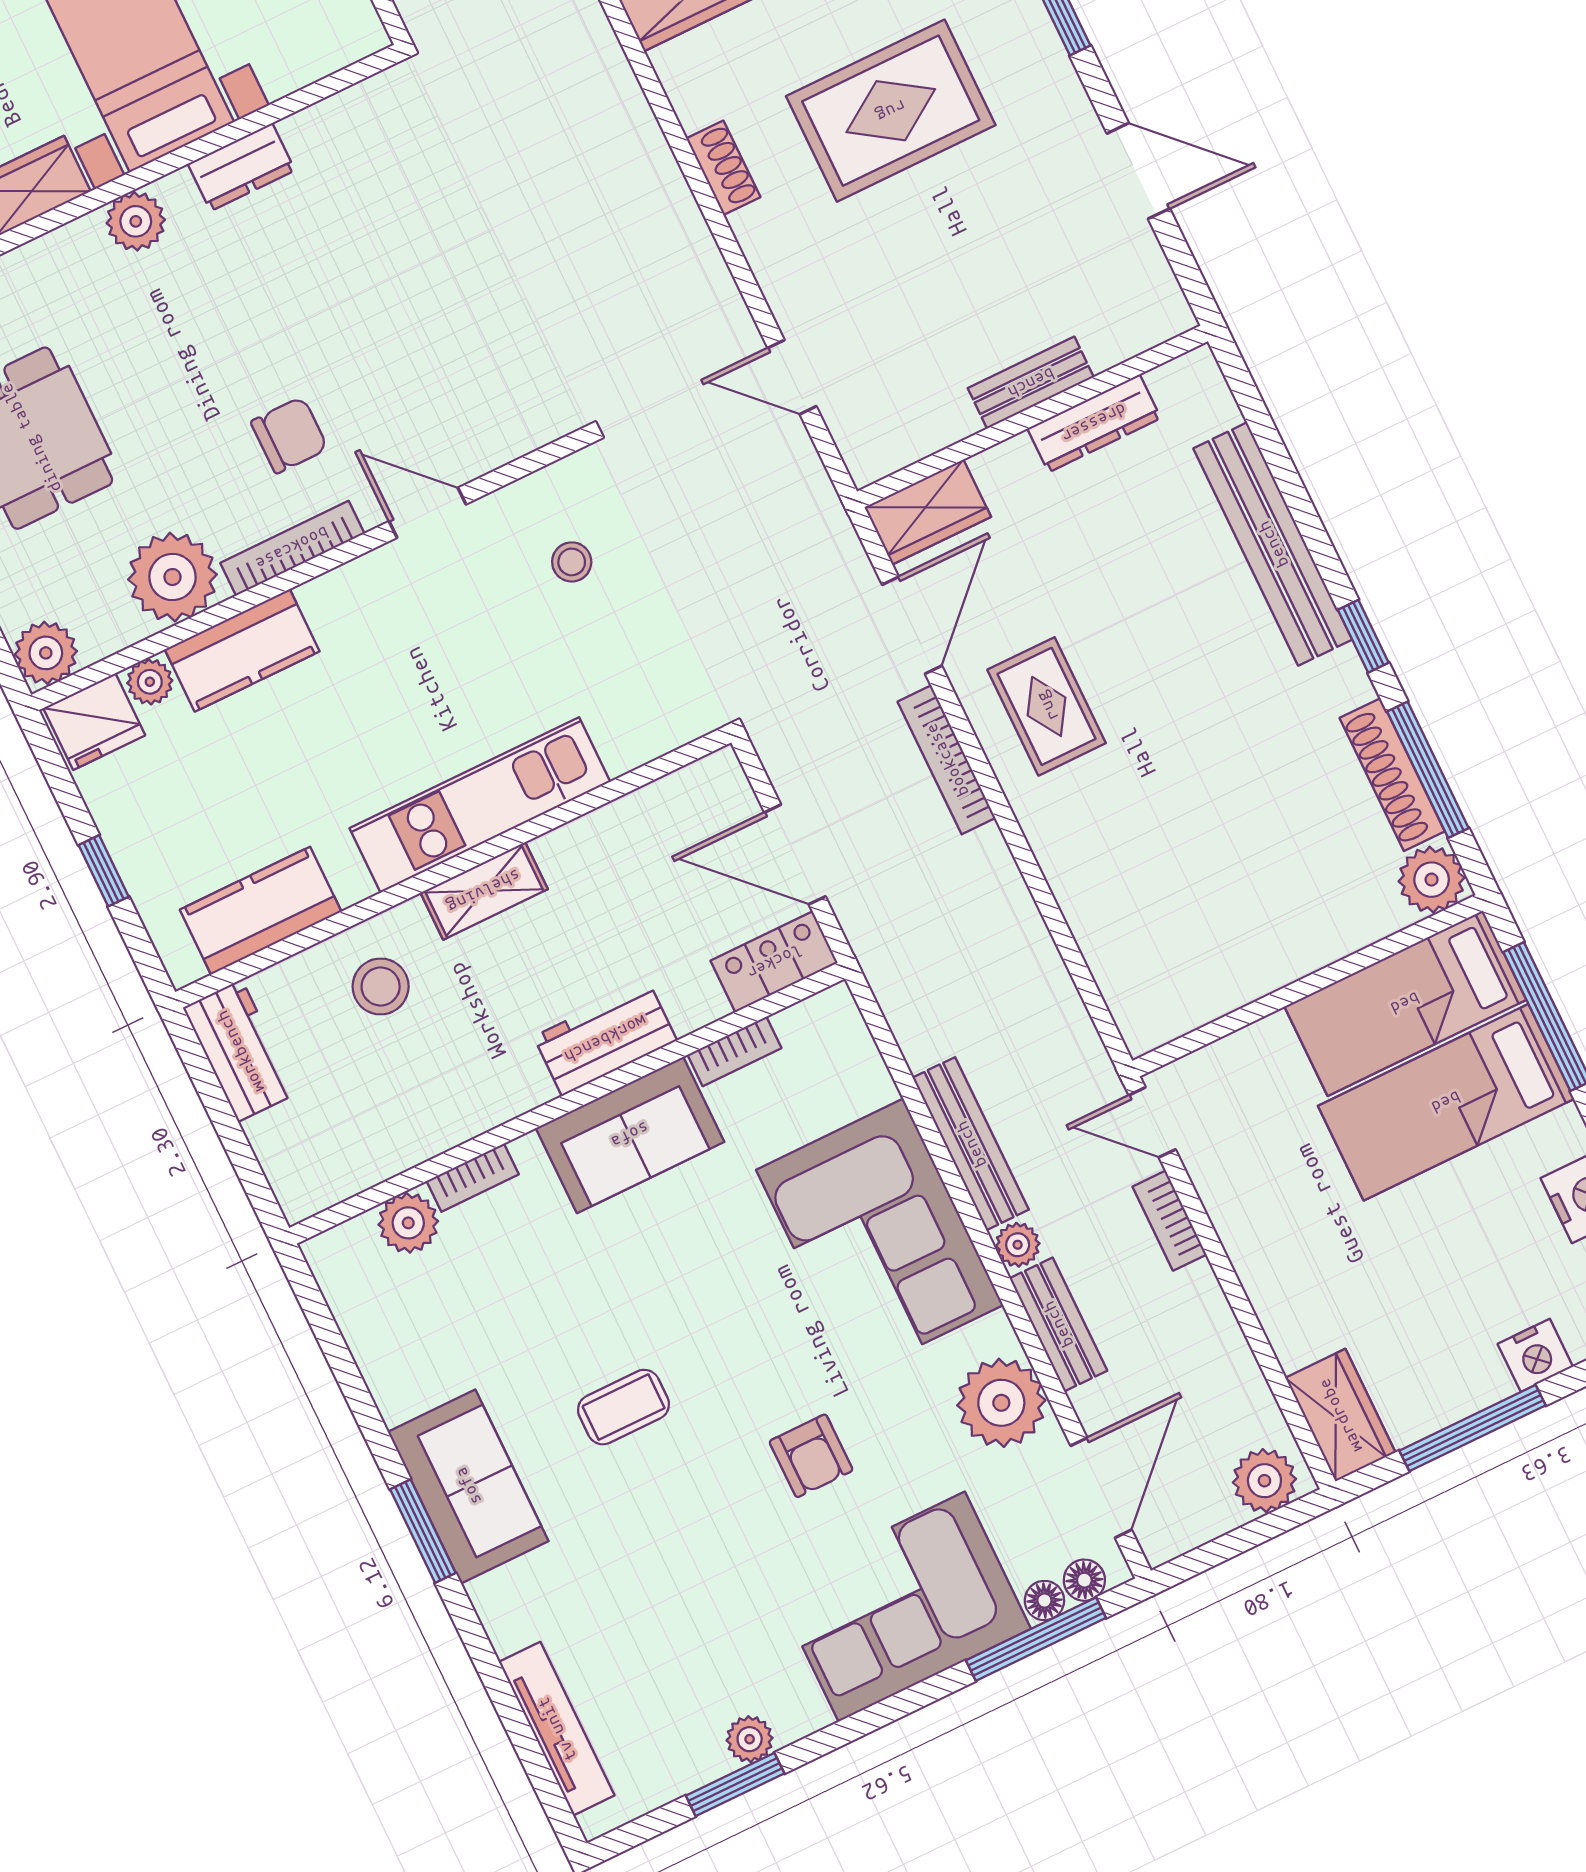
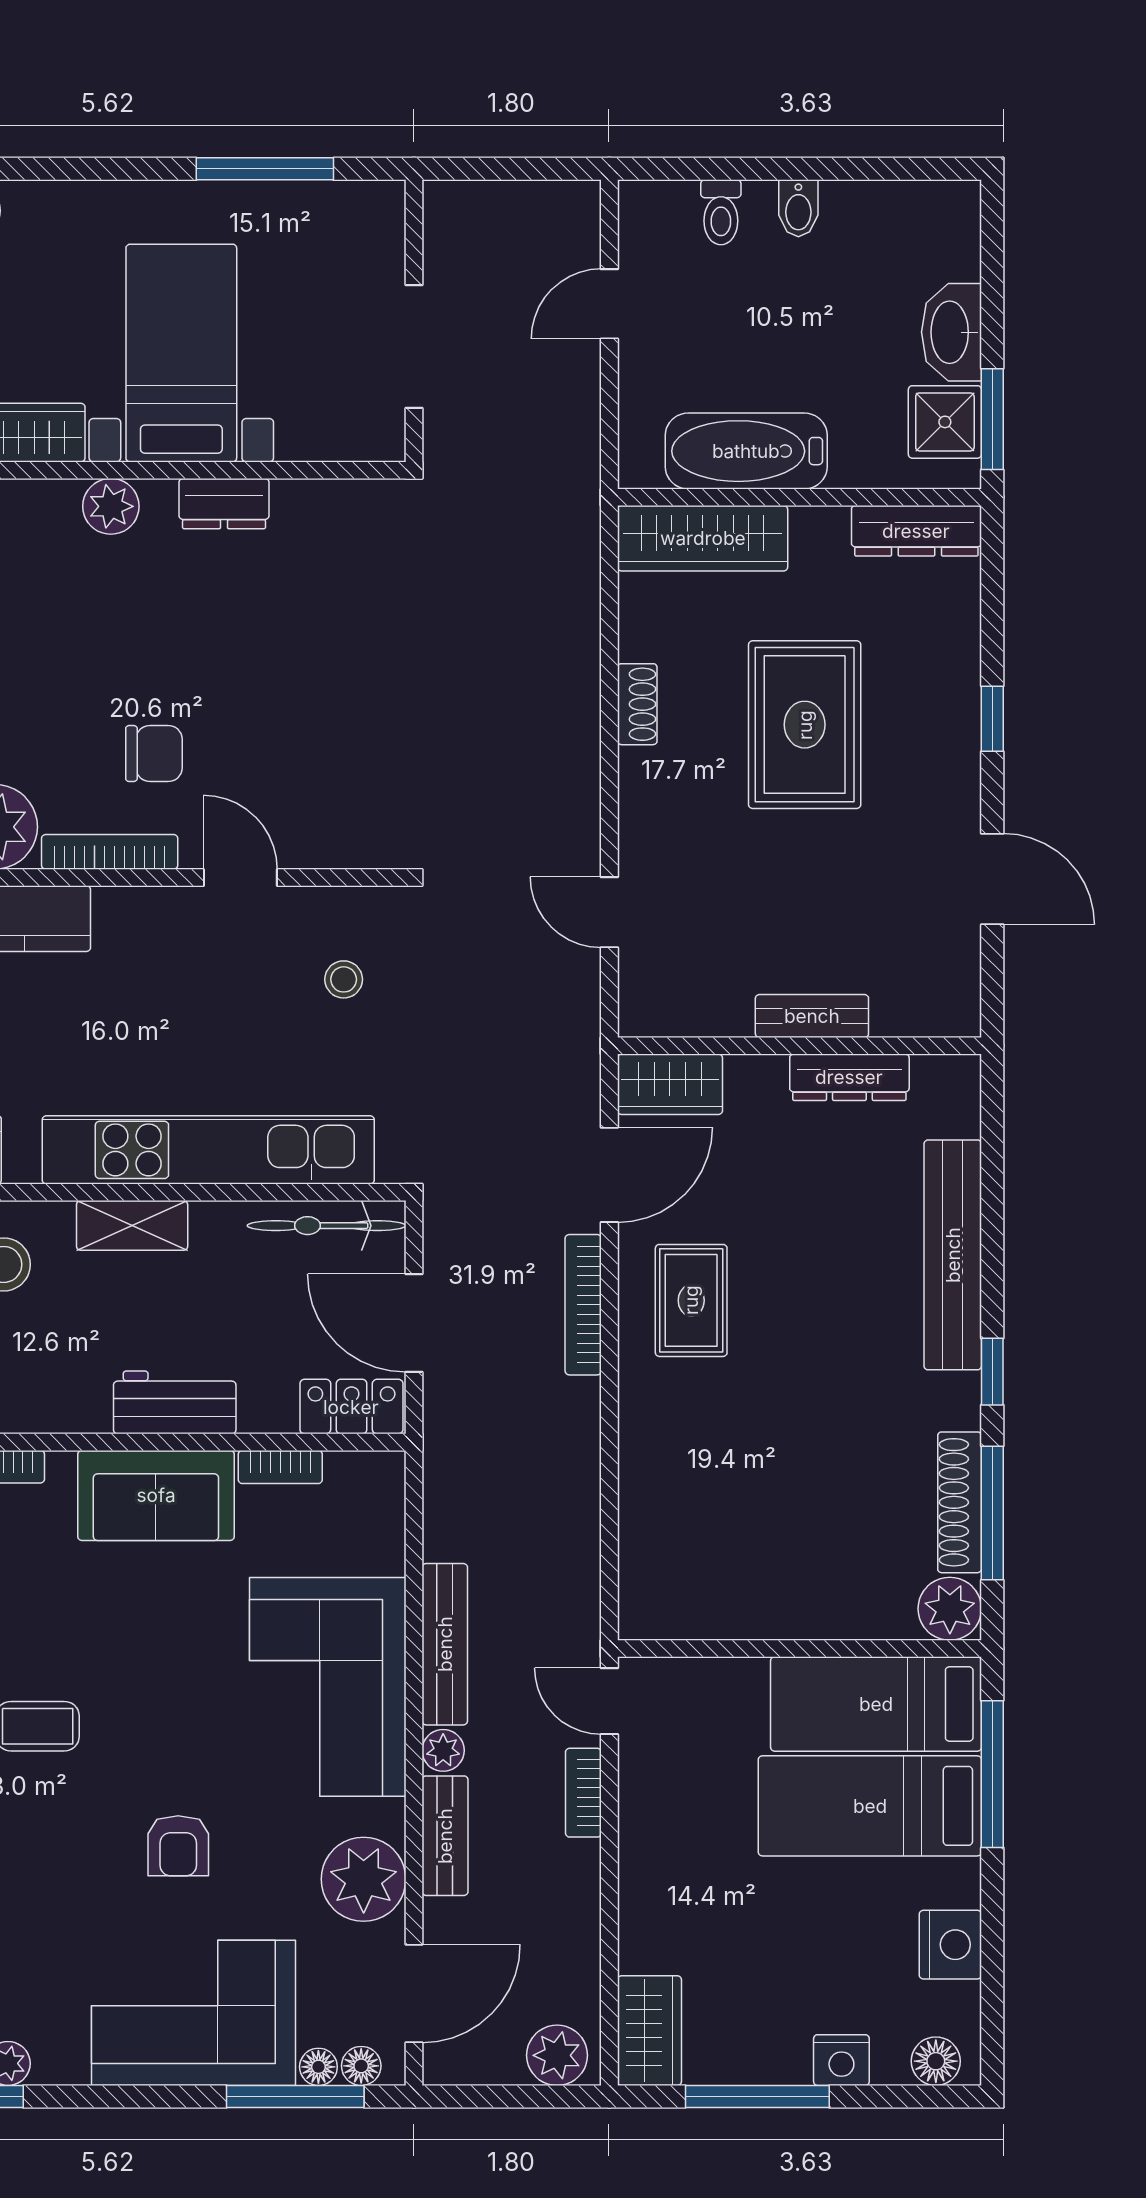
rug: (891, 111) -> (805, 725), turned 90
bicycle: (668, 802) -> (327, 1226), added
kitchen unit: (480, 805) -> (208, 1150), width x1.36

